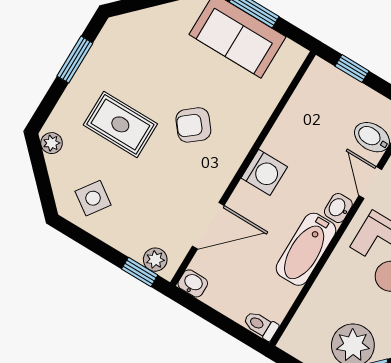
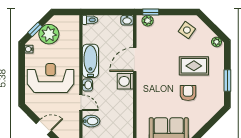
armchair: (193, 125) -> (188, 93), moved, turned -51
door: (208, 226) -> (135, 59), moved

